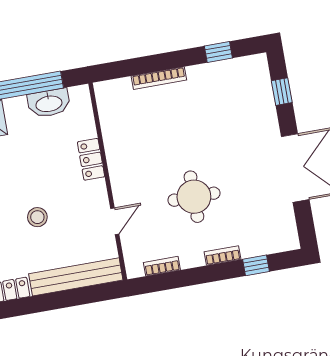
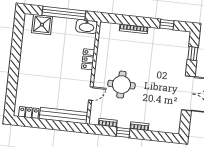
washbasin: (49, 103) -> (87, 27), moved
round table: (194, 197) -> (121, 85), moved
stool: (37, 217) -> (53, 80), removed
window: (256, 265) -> (123, 132), moved

